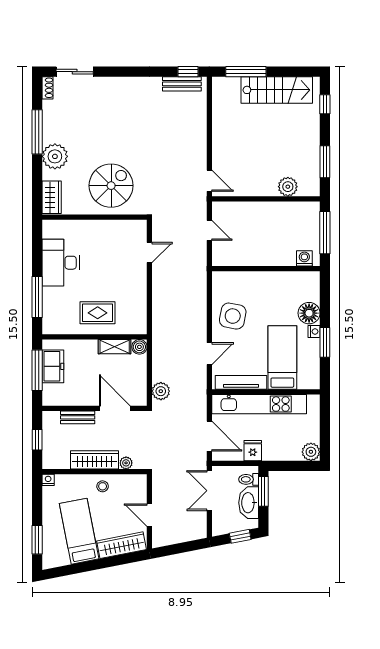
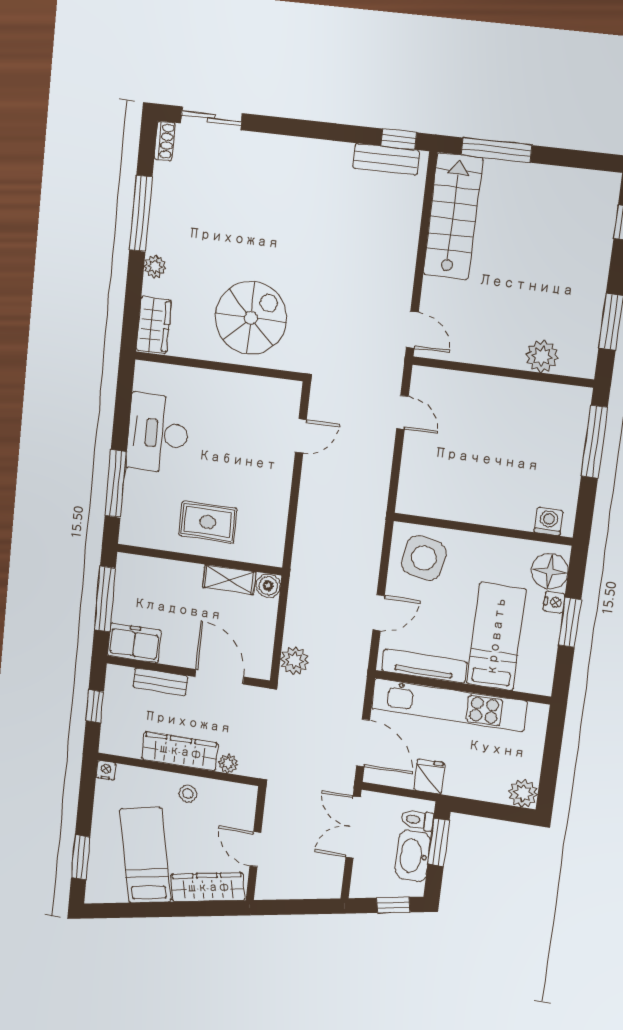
stairs: (277, 90) -> (453, 216), moved, turned -90
plant: (55, 156) -> (155, 267), width x0.53, depth x0.53
washing machine: (304, 258) -> (549, 521), moved
wall: (266, 269) -> (483, 529), moved
freezer: (53, 366) -> (134, 643), moved, turned -90

